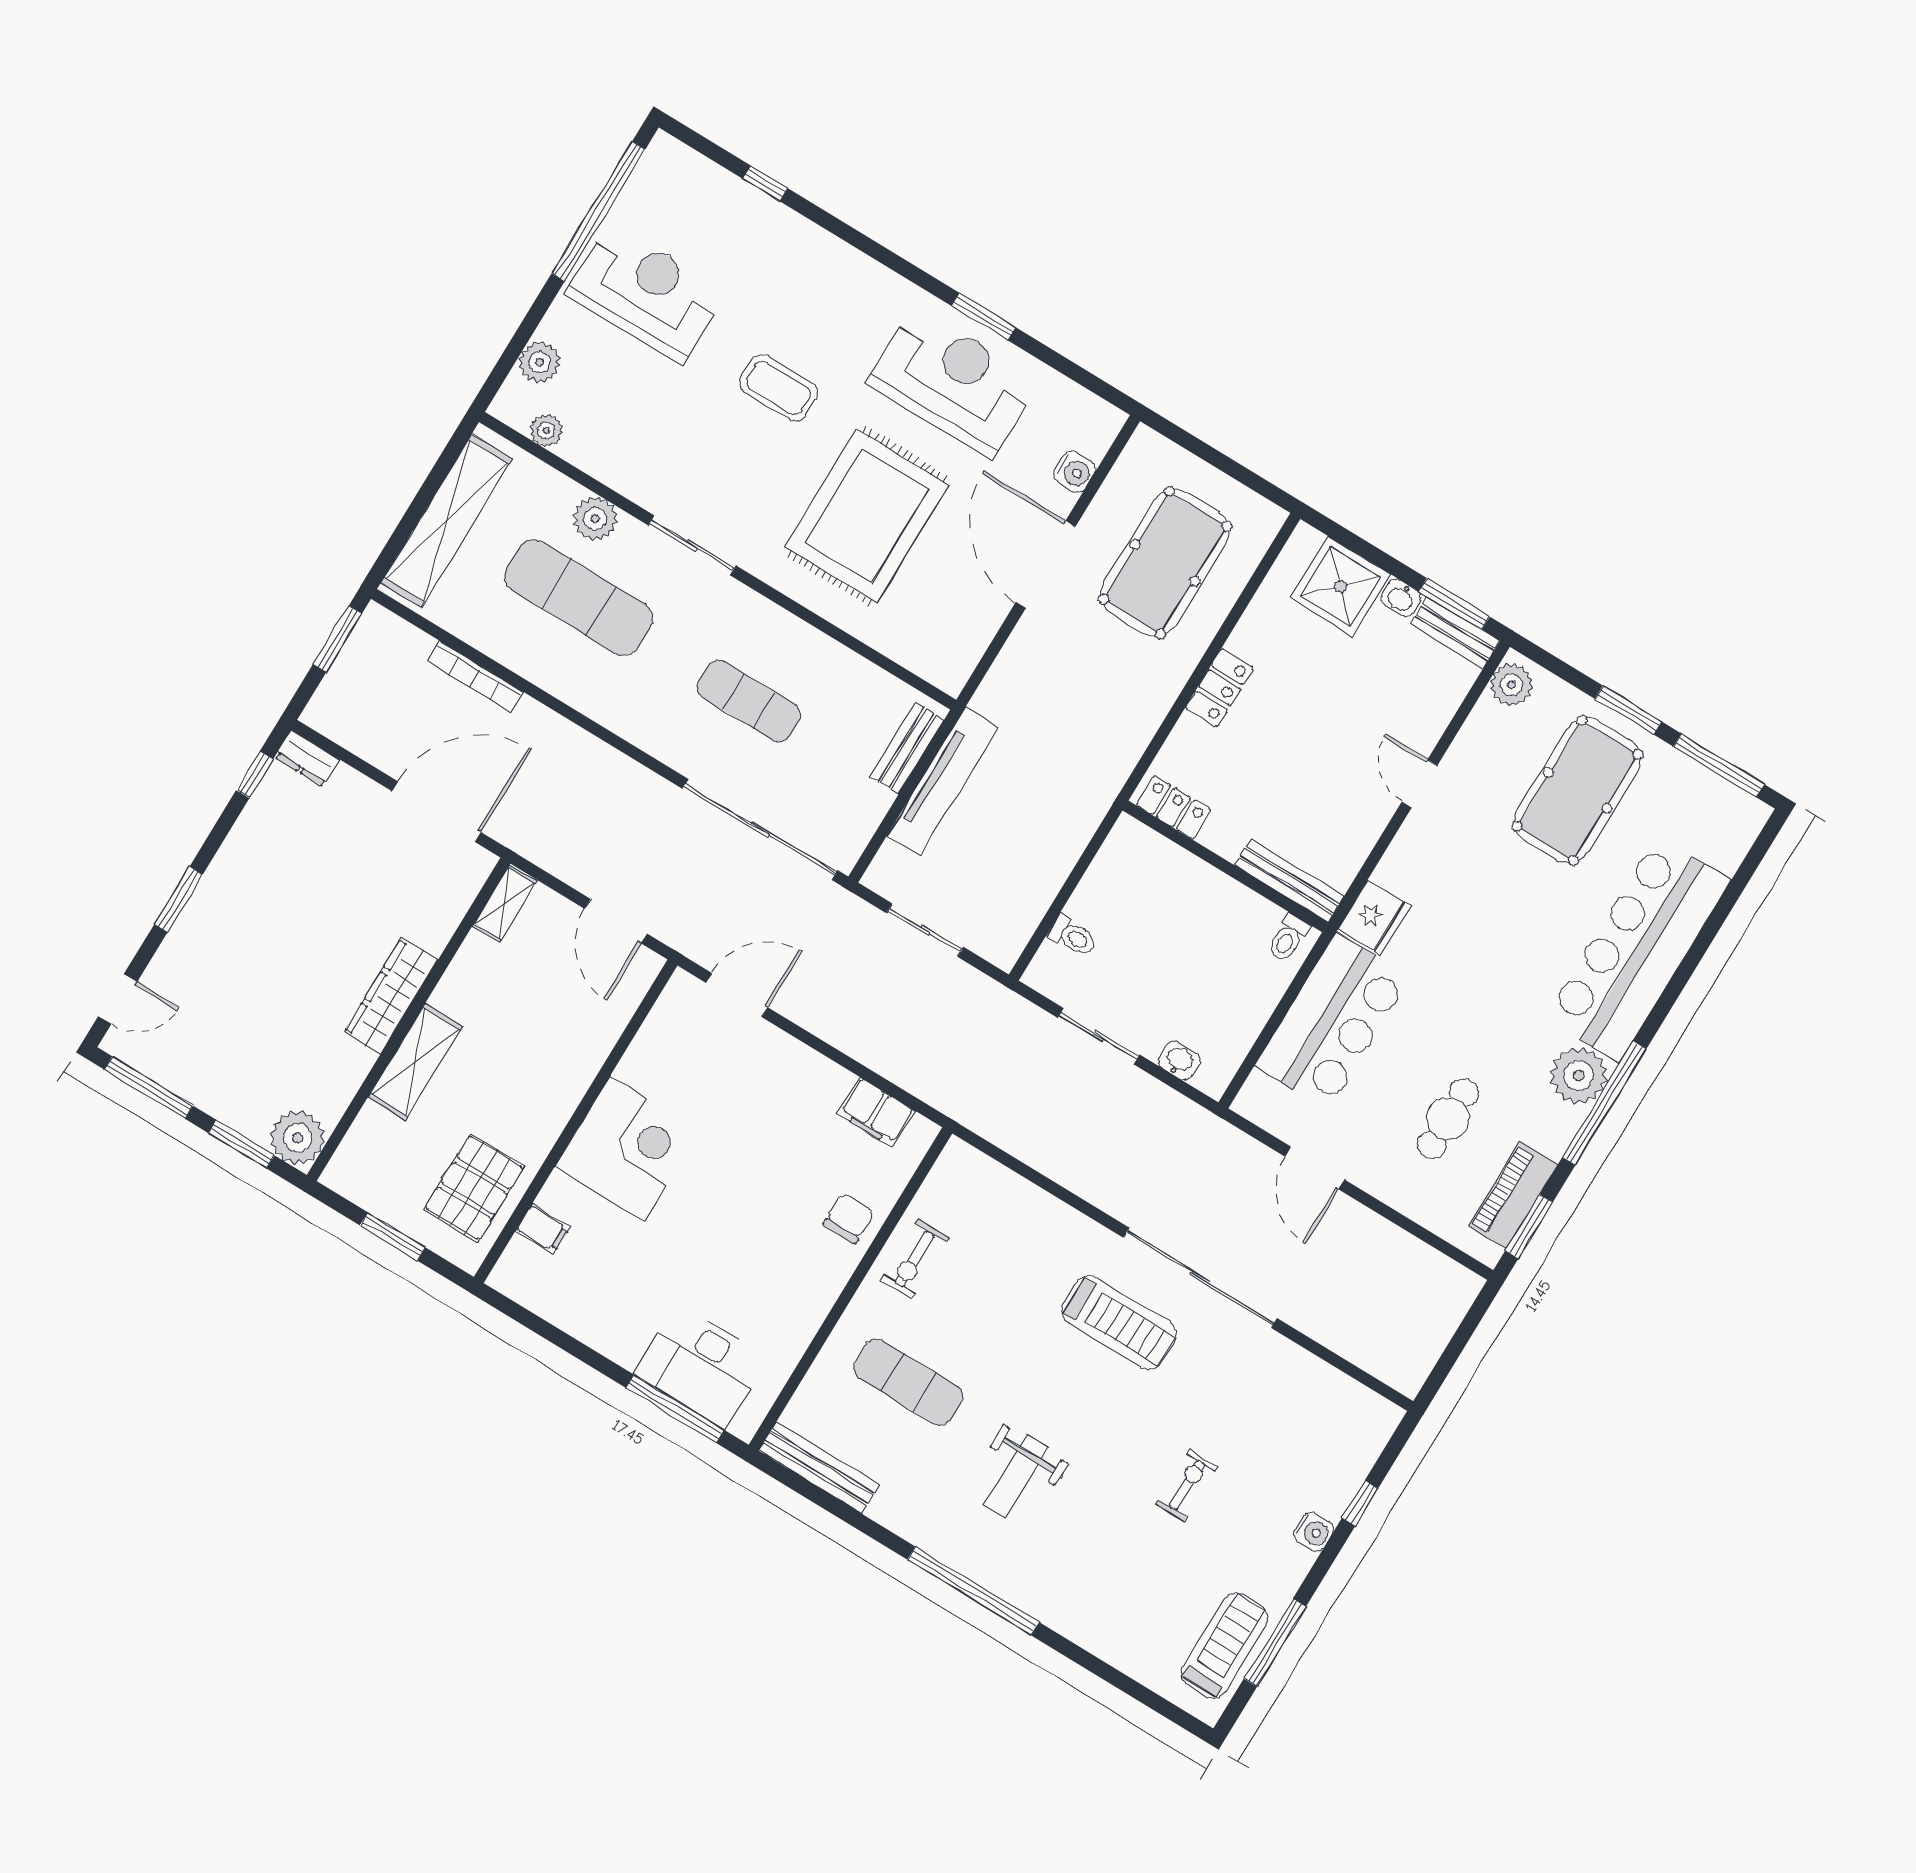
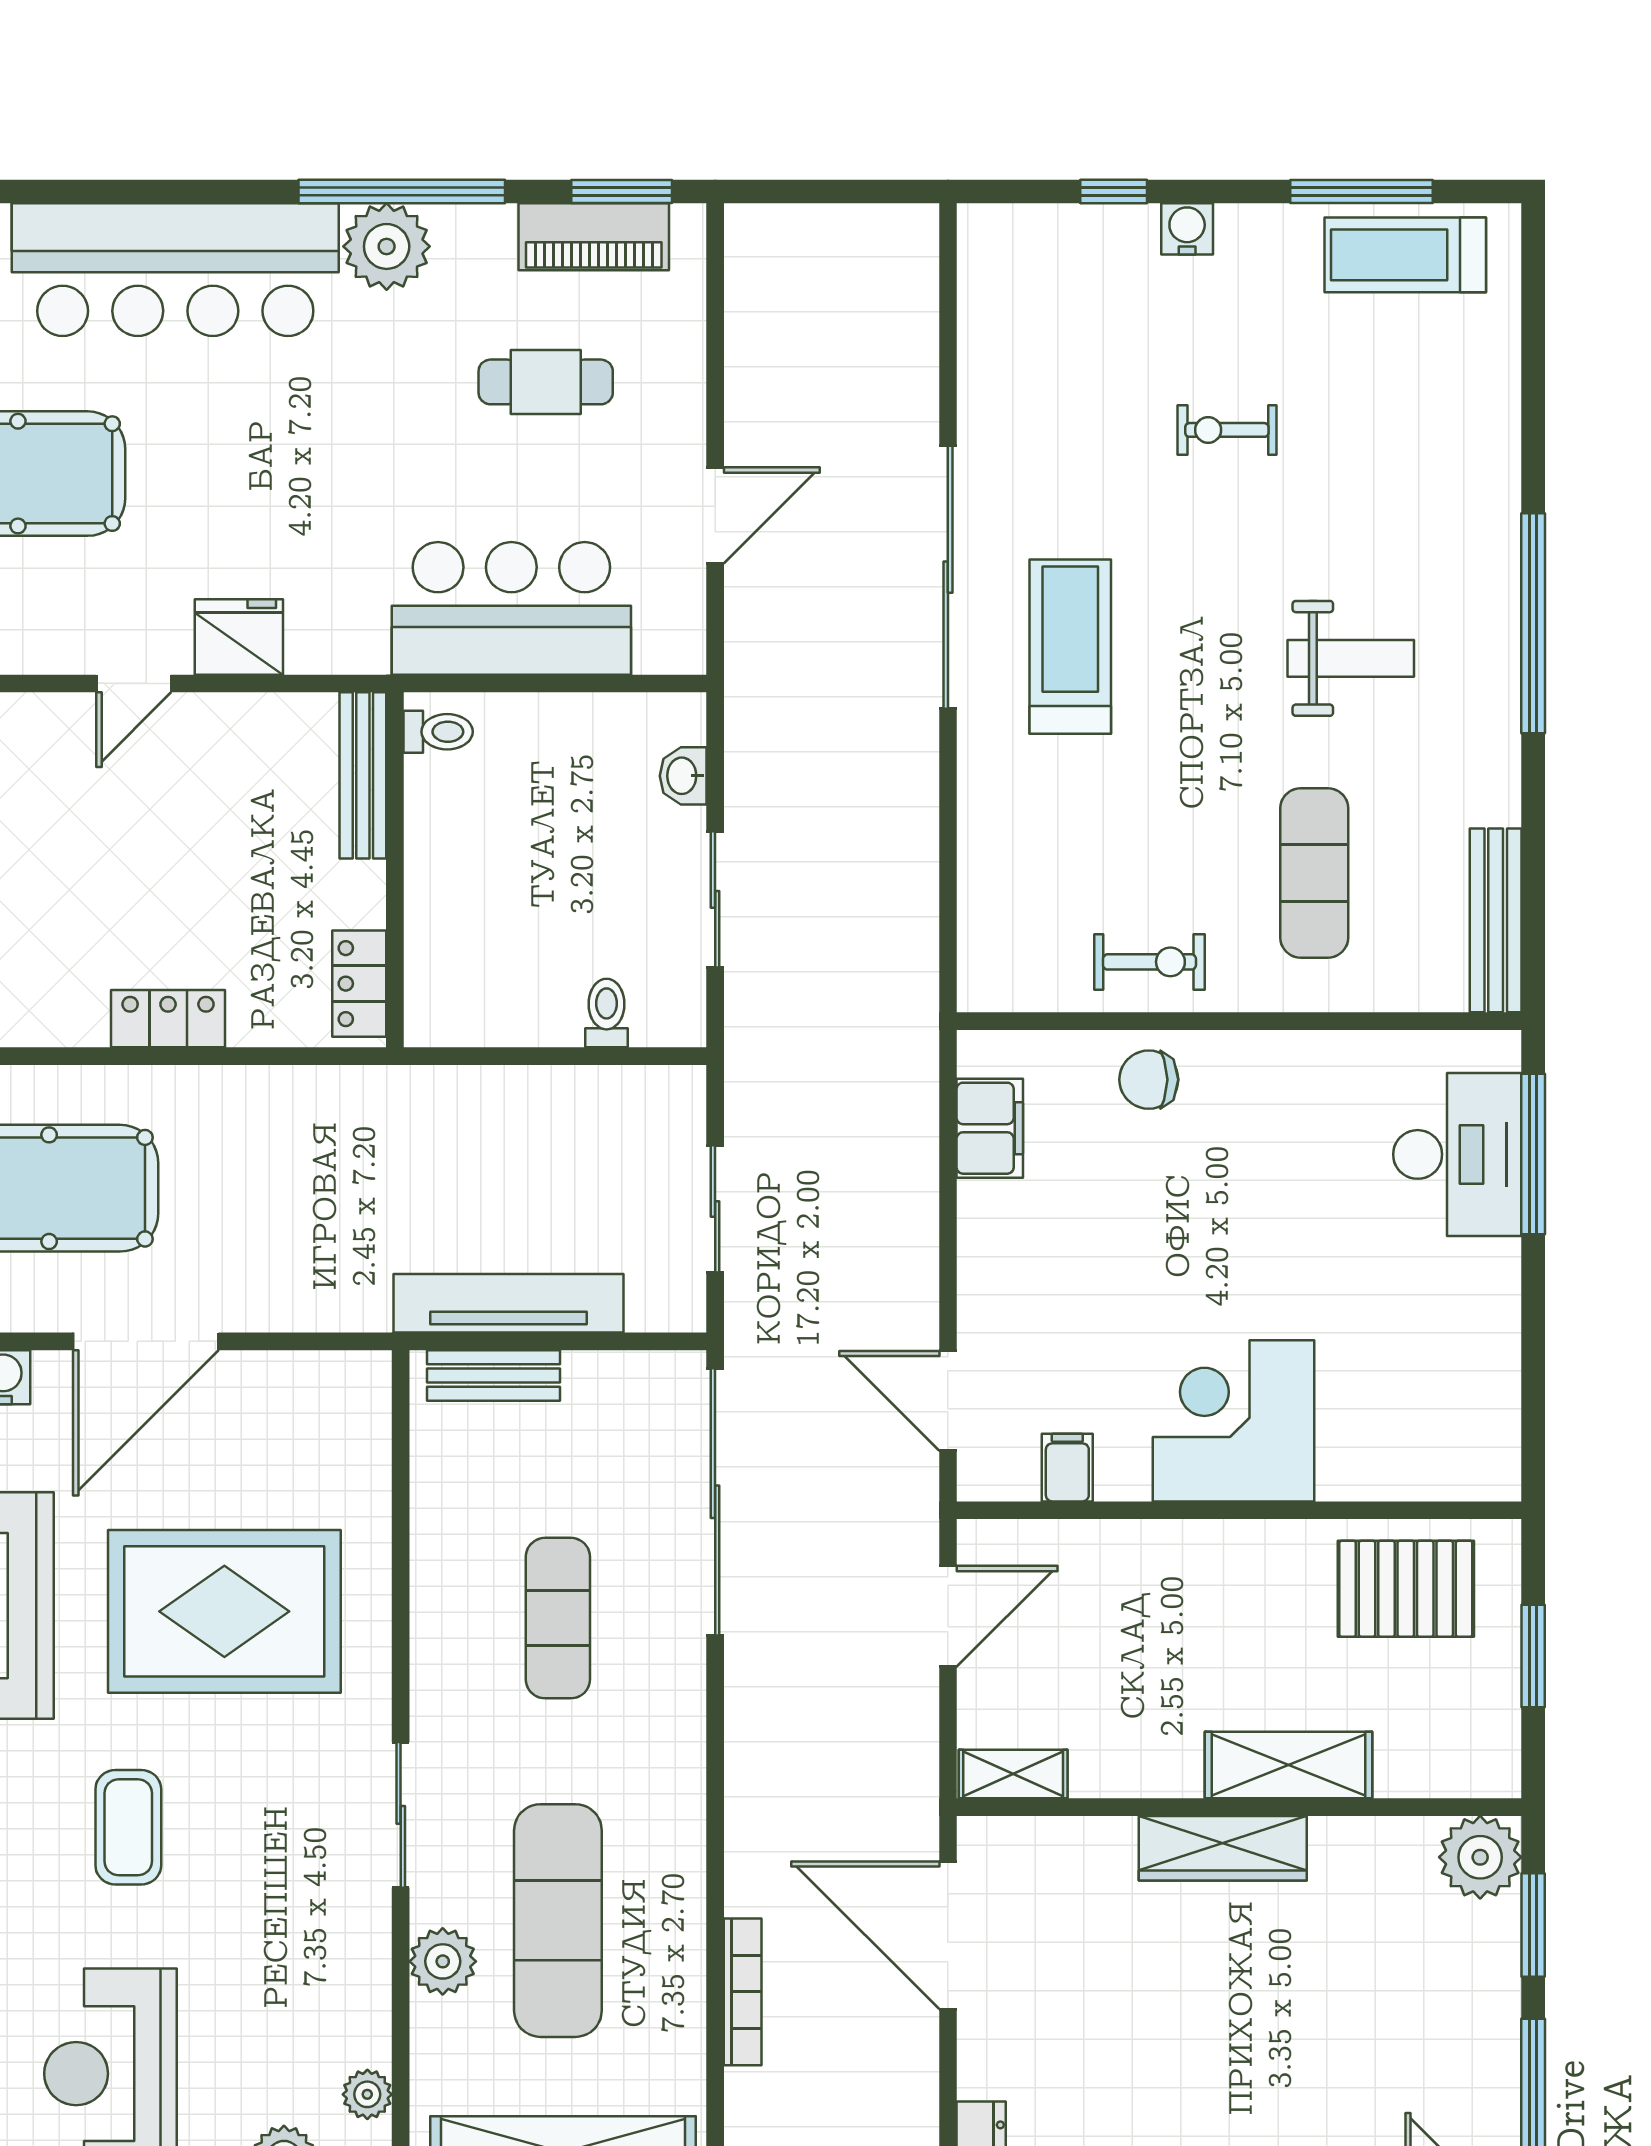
fridge: (1374, 917) -> (239, 637), moved
filing cabinet: (543, 1229) -> (1067, 1468), moved

